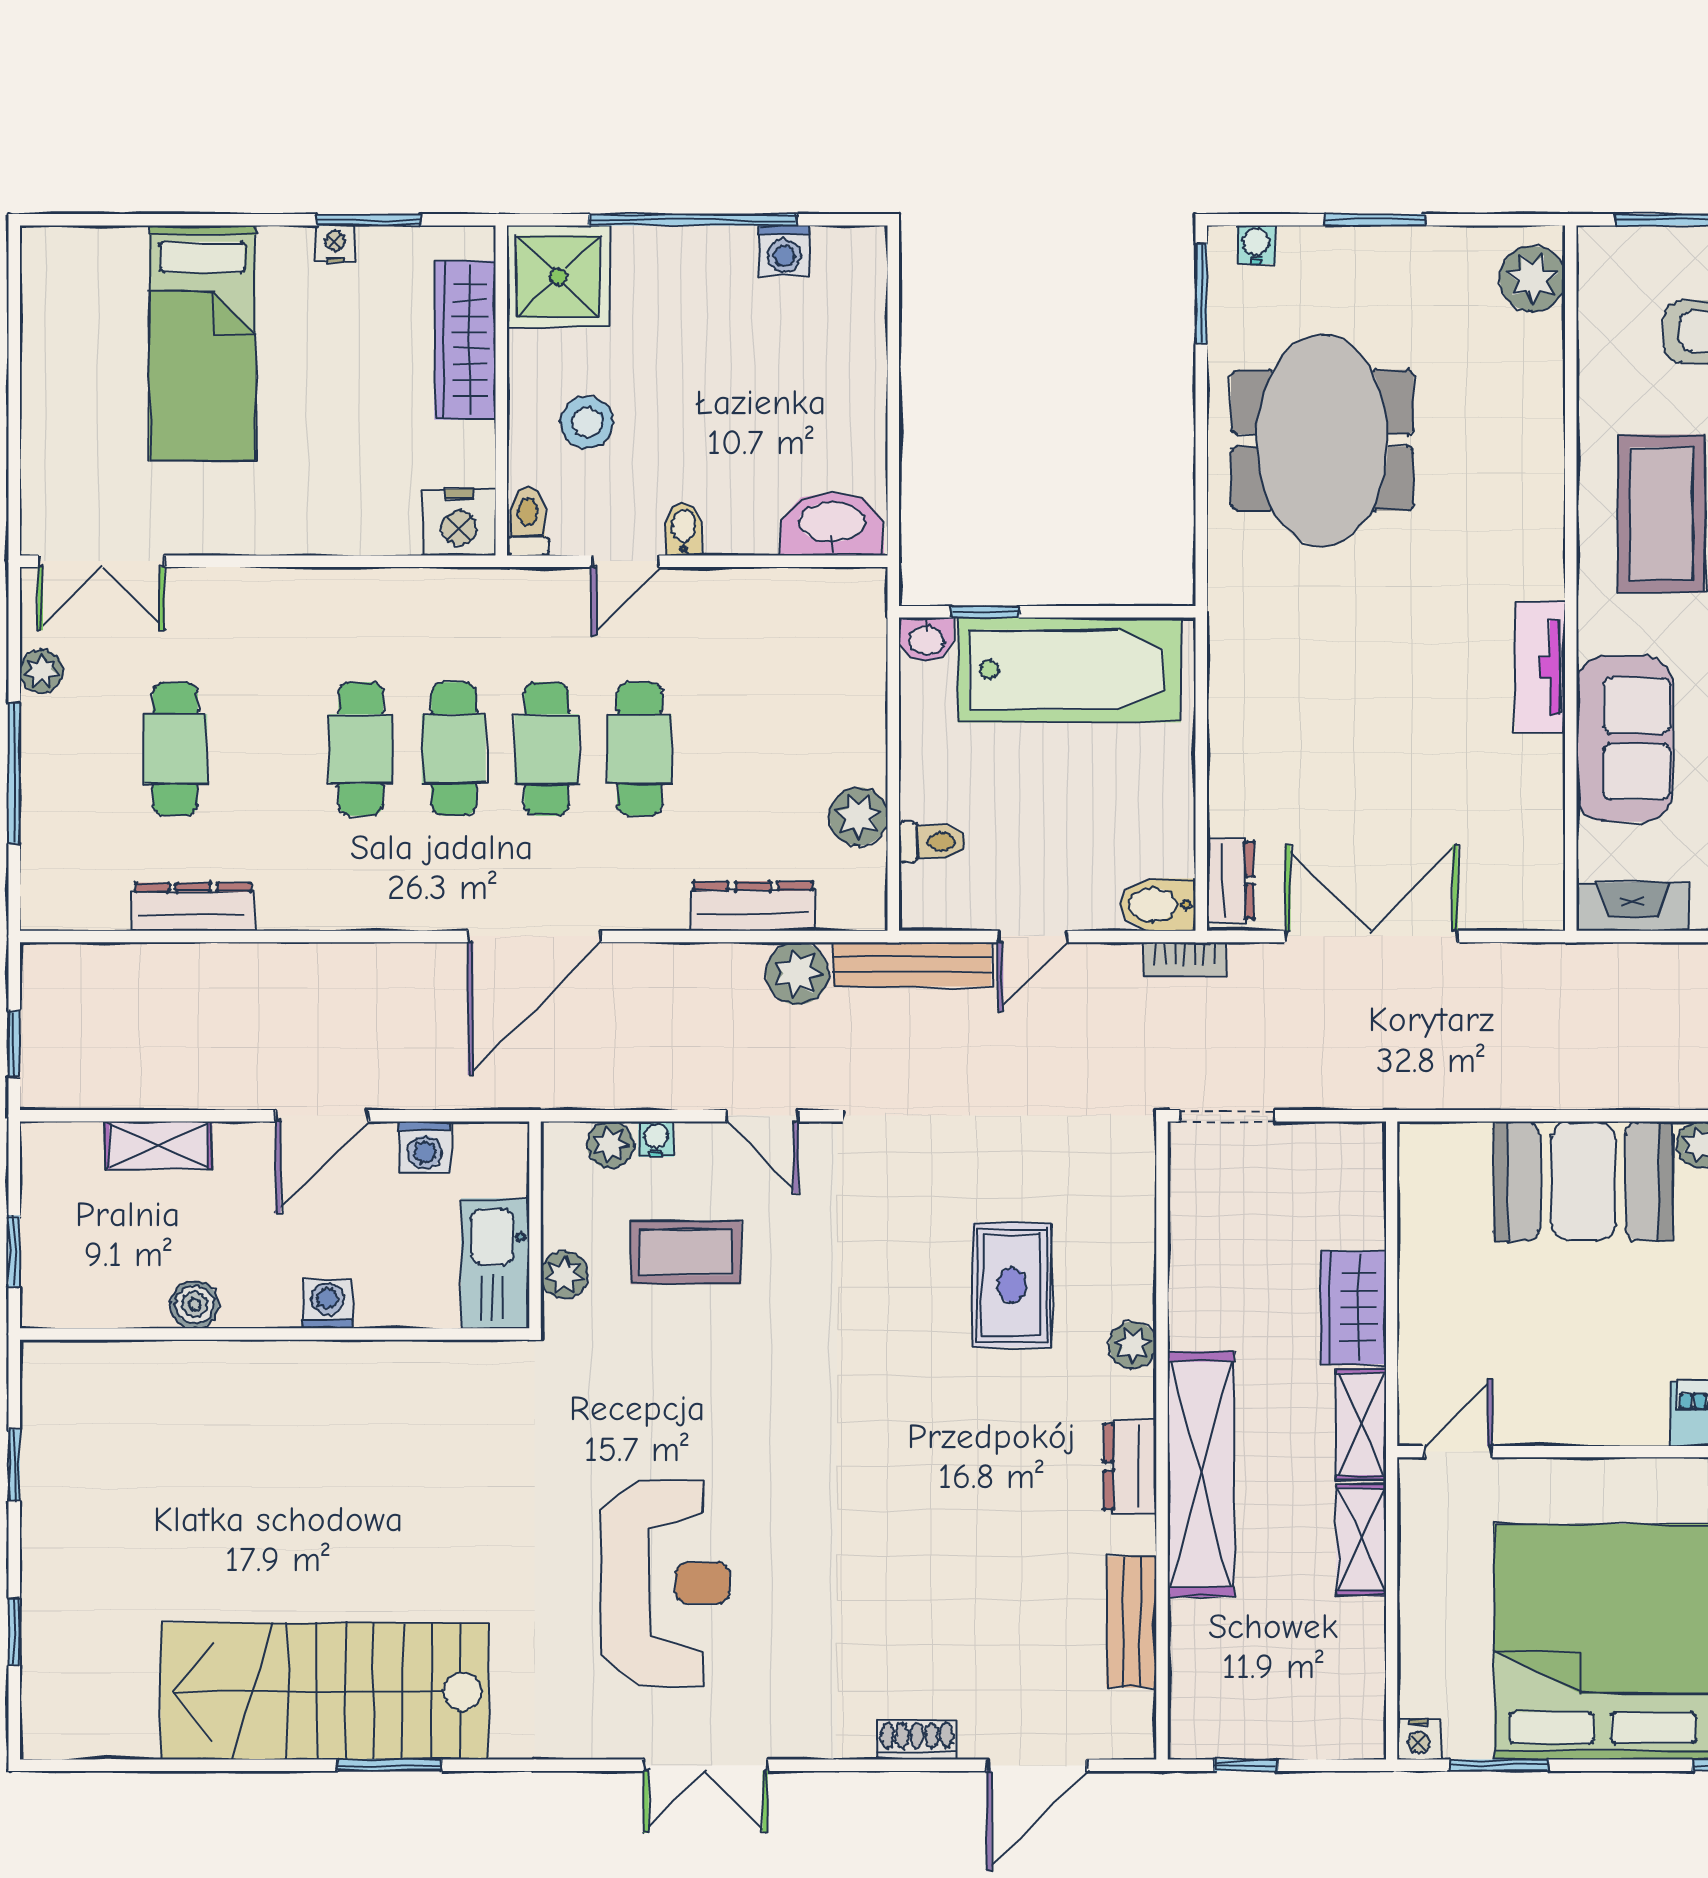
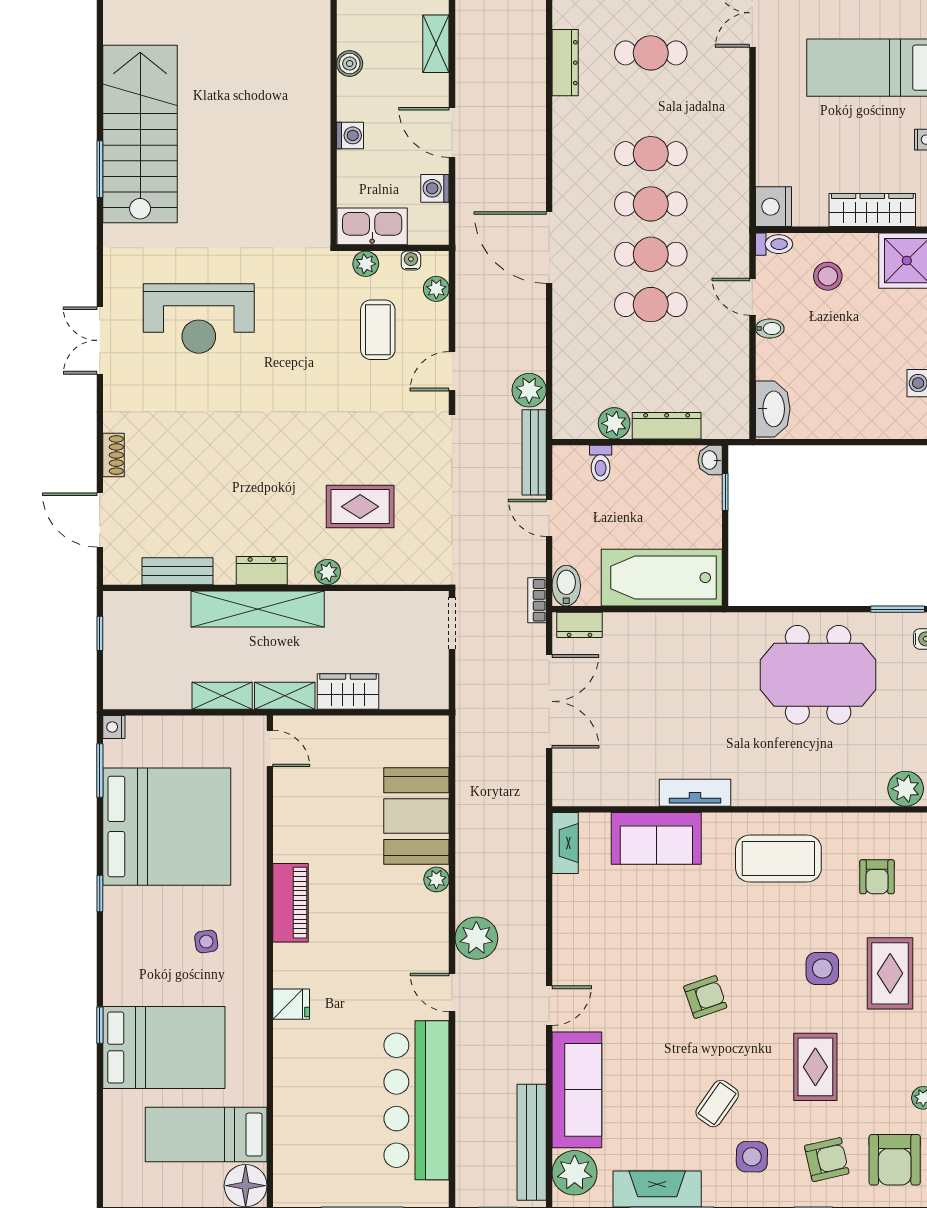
bathtub: (1069, 670) -> (662, 578), moved, turned 90
dresser: (753, 906) -> (667, 426), moved, turned -90
water cooler: (656, 1139) -> (411, 261), moved, turned -90

